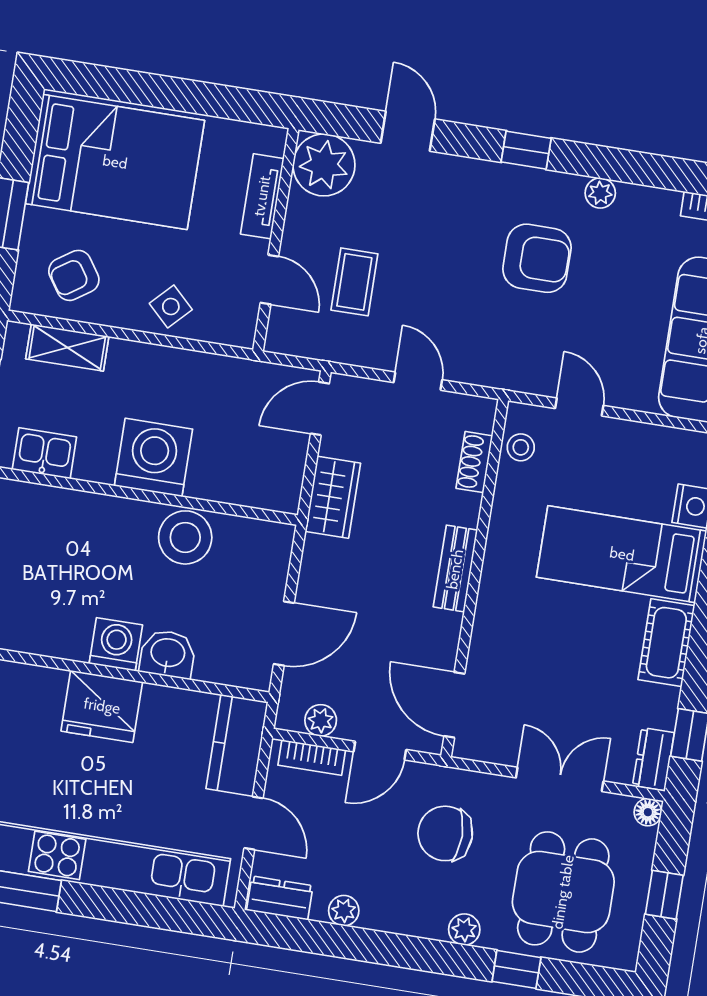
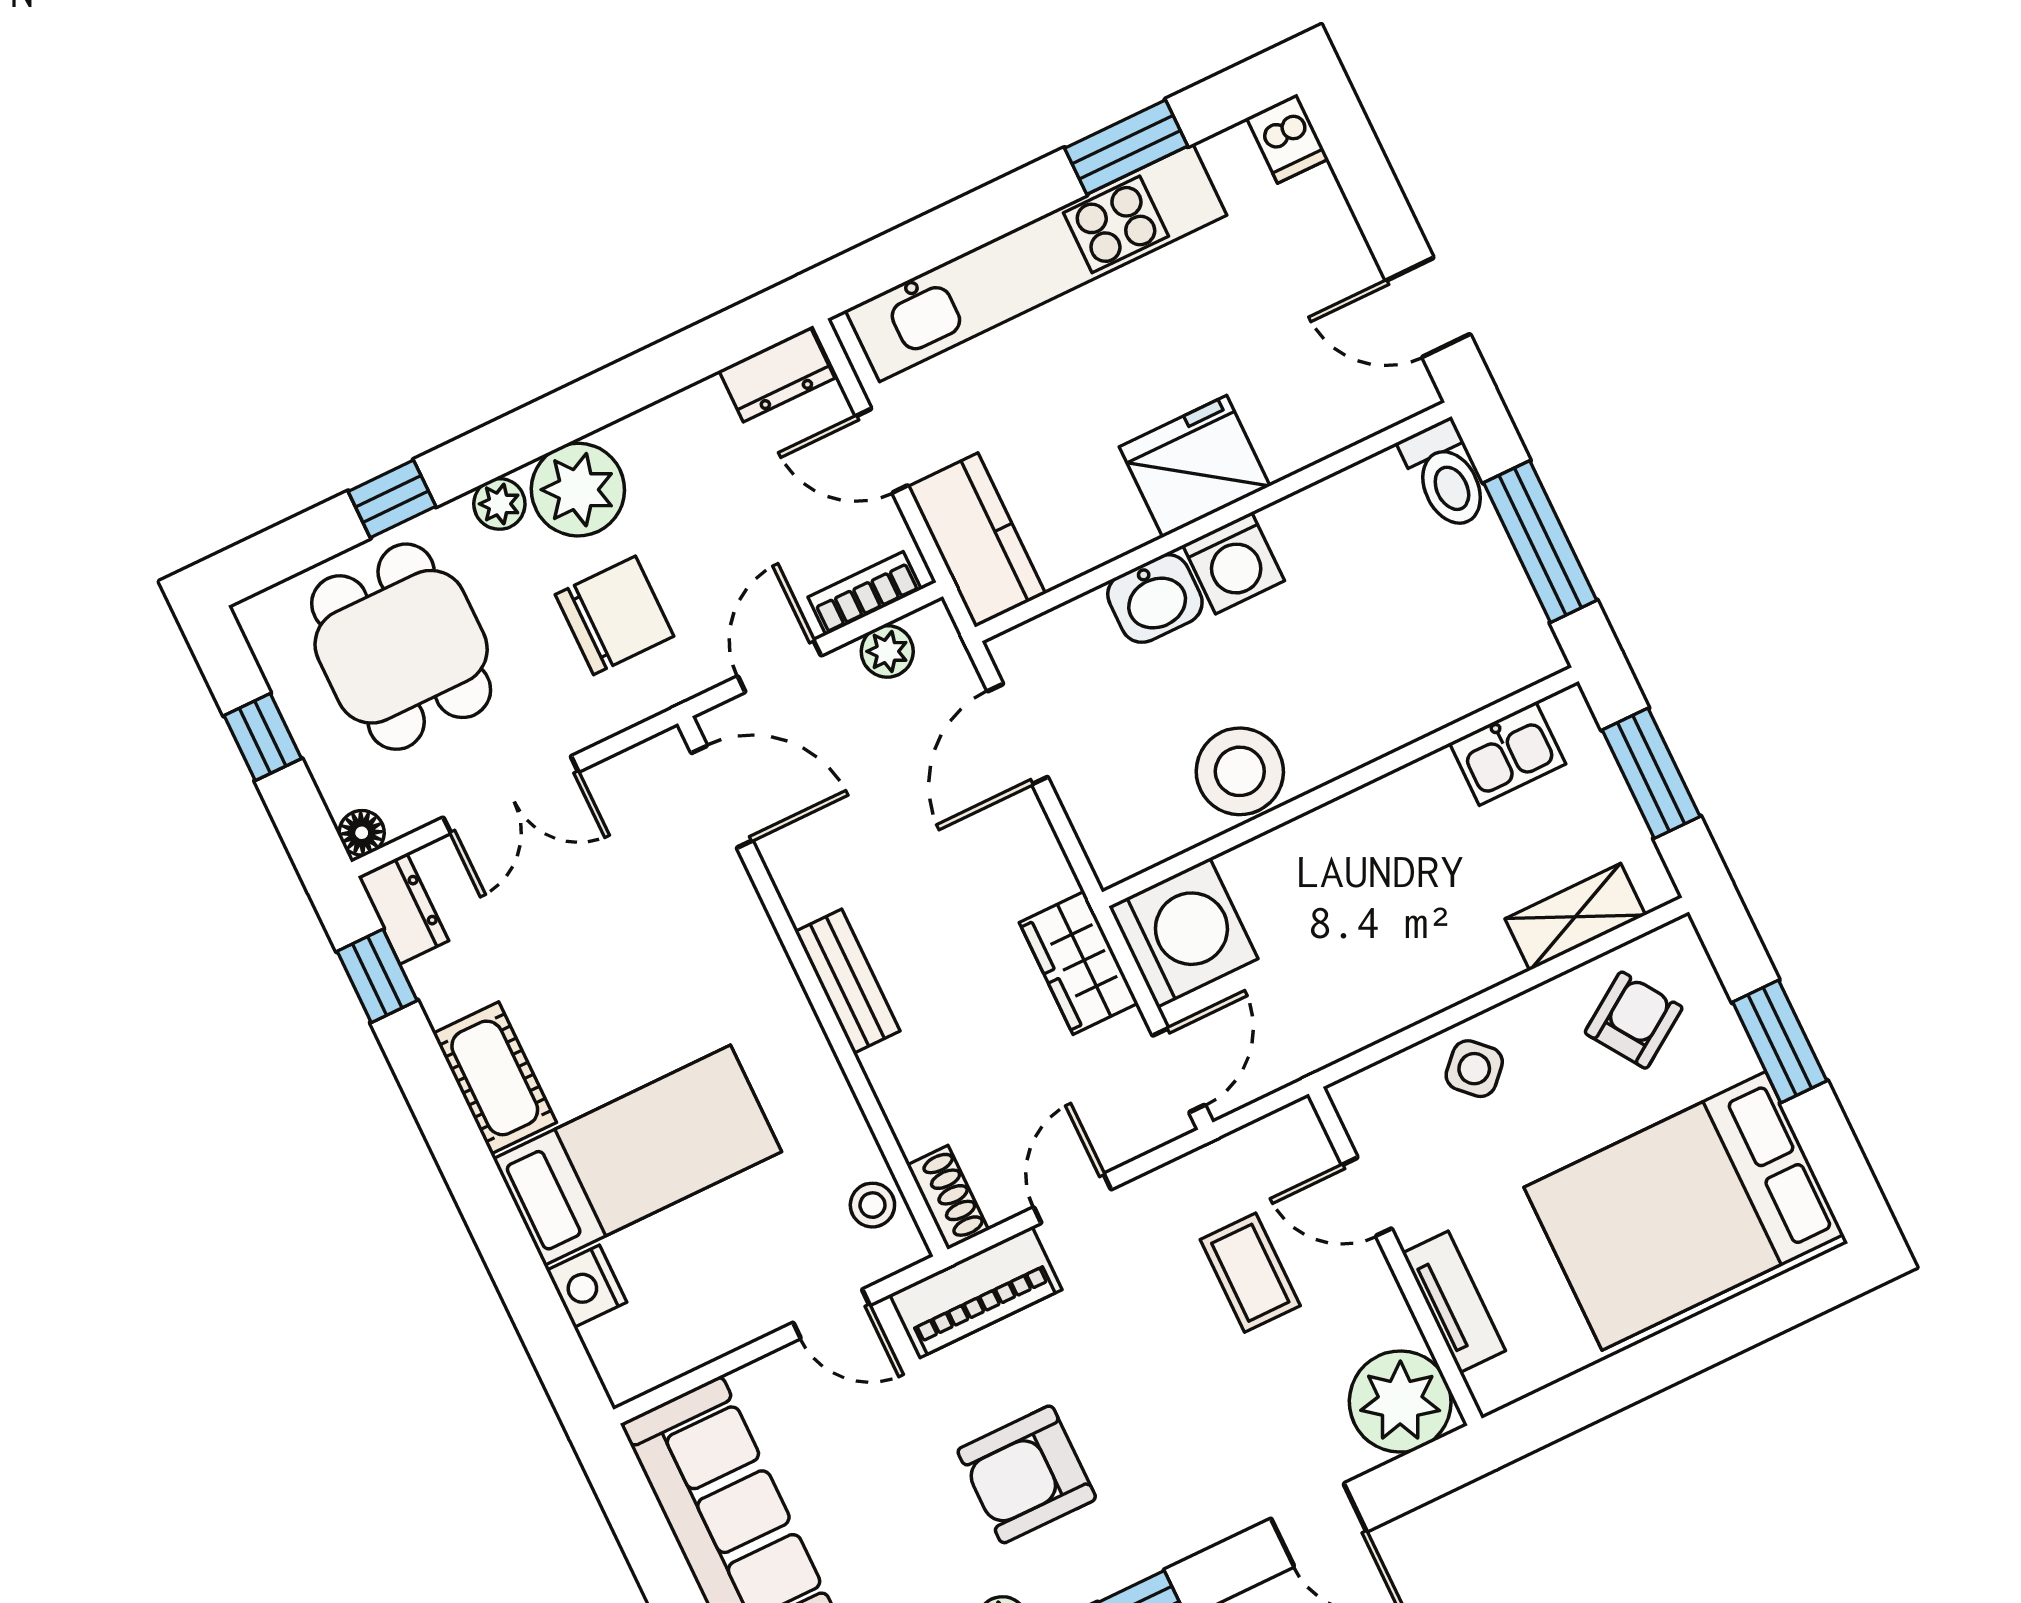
piano: (499, 368) -> (976, 1292), added
door: (418, 381) -> (1072, 1198), swing flipped
washing machine: (153, 457) -> (1183, 933), moved, turned -90
shoe rack: (474, 462) -> (948, 1197), moved
plant: (344, 911) -> (578, 490), moved, width x1.88, depth x1.88

